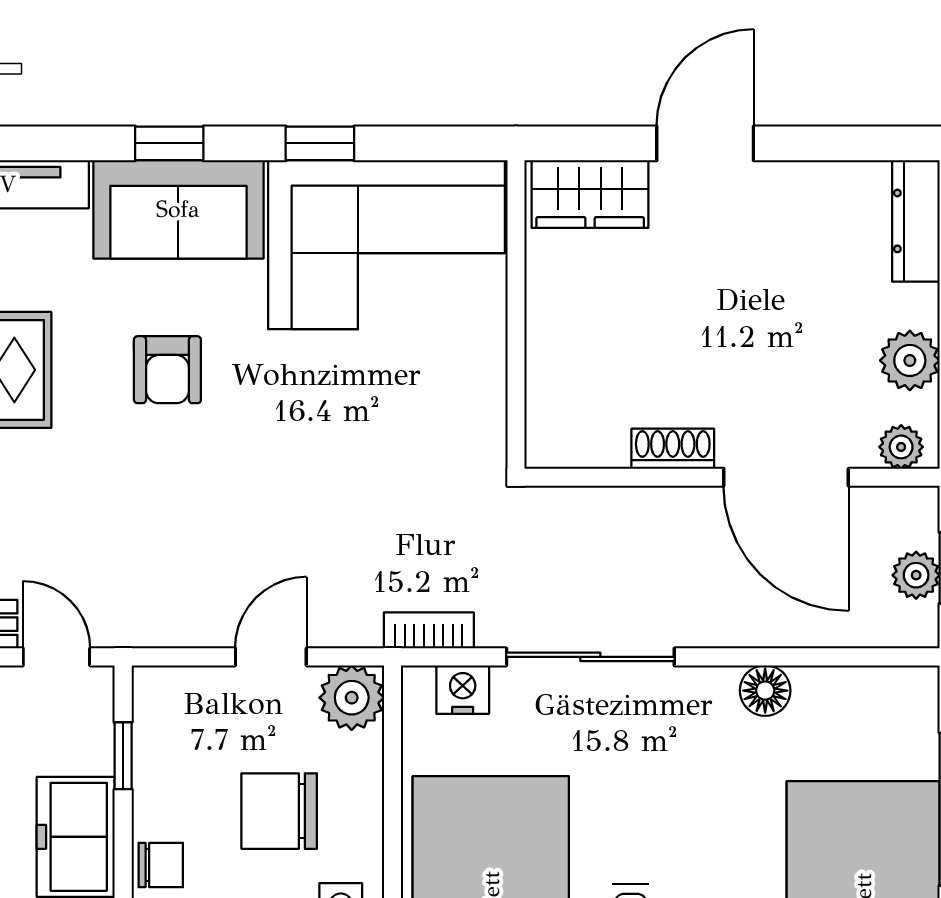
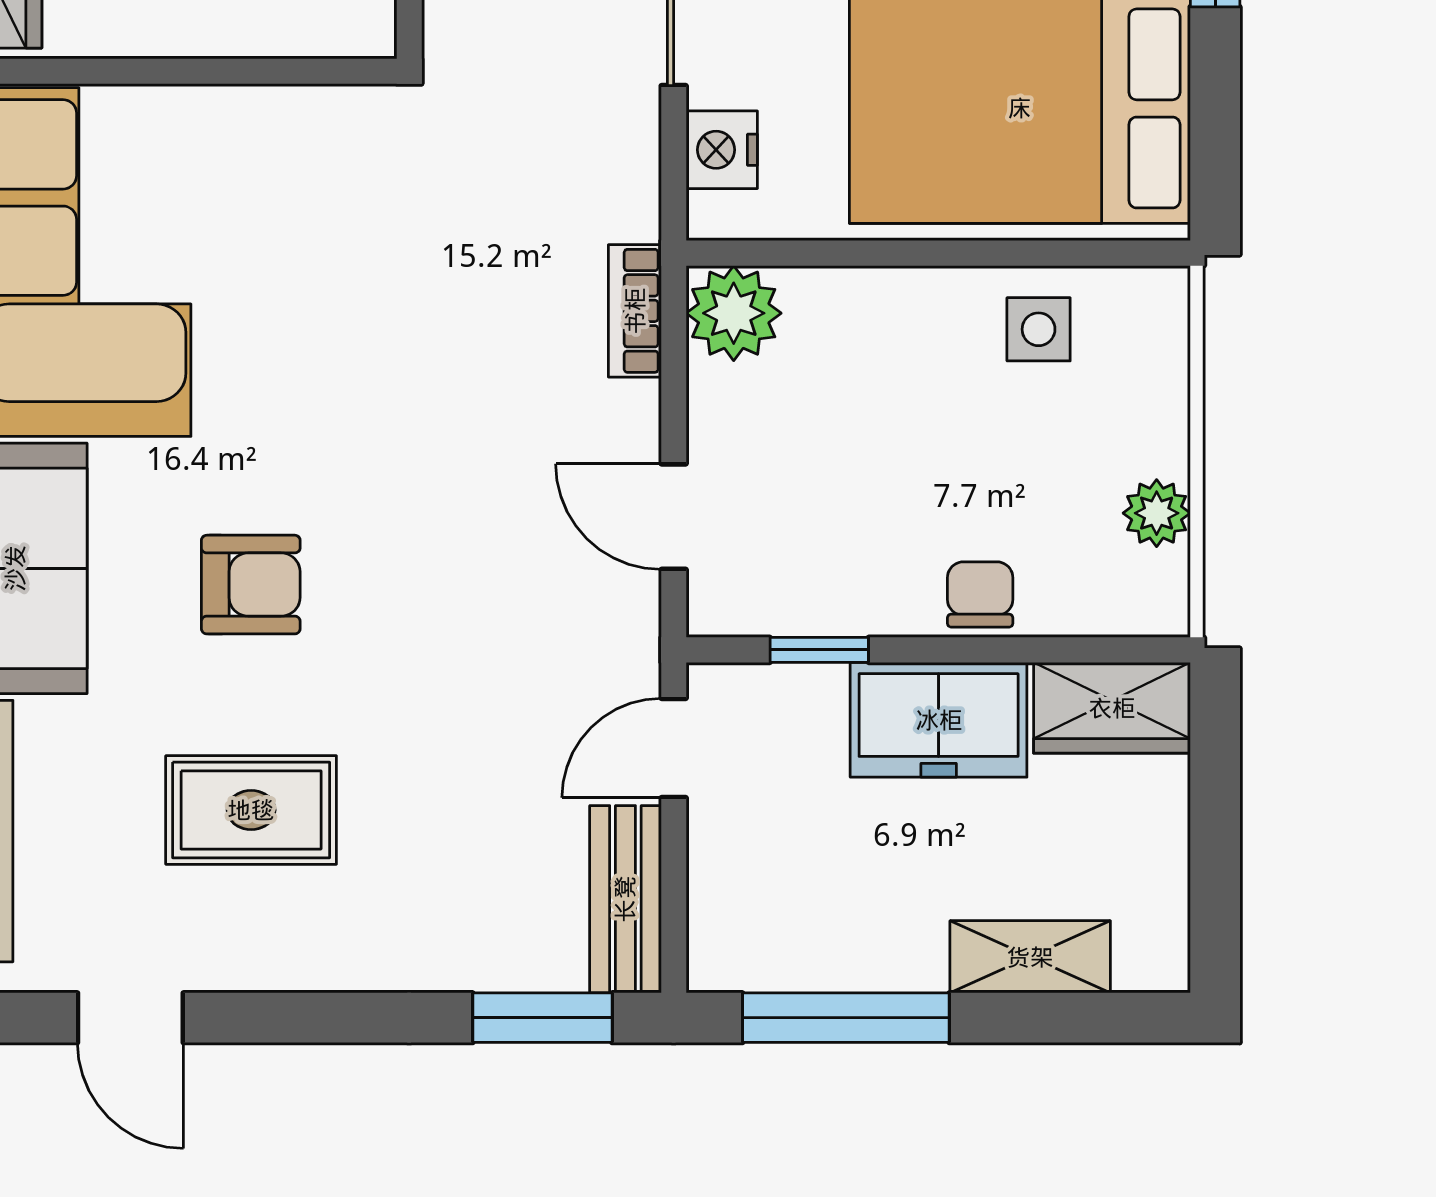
bookcase: (429, 630) -> (635, 311), moved
door: (271, 657) -> (674, 517), moved
chair: (279, 811) -> (901, 420), removed

